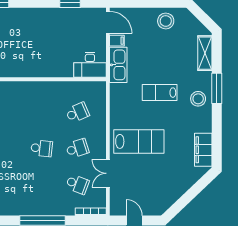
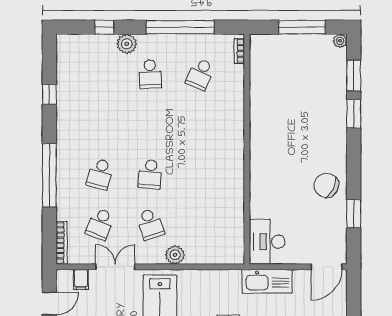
chair: (50, 22) -> (326, 185), added
filing cabinet: (117, 41) -> (81, 279), moved
school desk: (77, 113) -> (100, 174), moved, turned 39
plant: (99, 131) -> (175, 255), added

